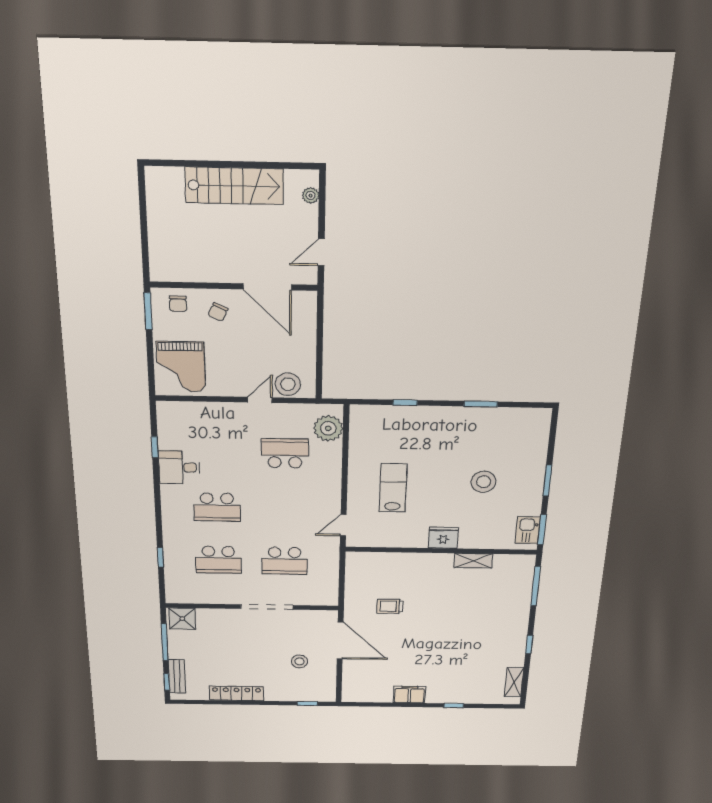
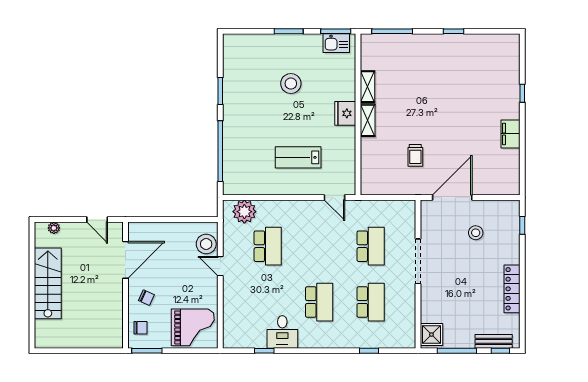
window: (405, 403) -> (220, 151), width x3.17
school desk: (285, 453) -> (268, 246), turned 180
shelving: (514, 682) -> (368, 120), moved, turned 90

